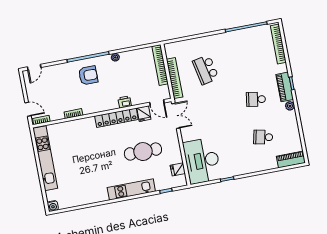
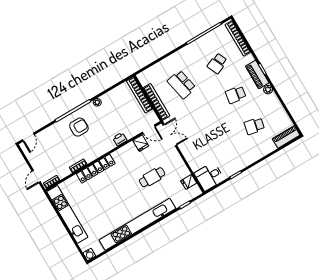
school desk: (249, 61) -> (217, 63), added
door: (28, 109) -> (36, 177), swing flipped
locker: (116, 118) -> (96, 169), moved
cafe table: (143, 152) -> (152, 177), width x0.73, depth x0.74
desk: (202, 161) -> (209, 176), width x0.53, depth x0.77
kitchen unit: (131, 189) -> (137, 224), width x1.86

